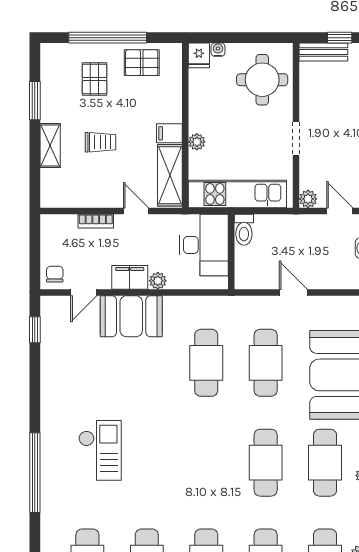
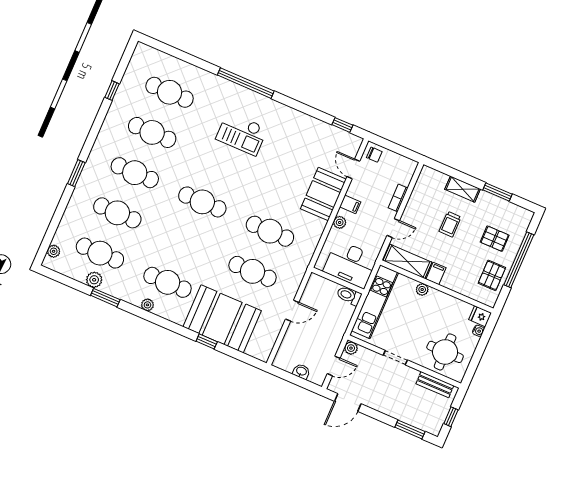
bench: (323, 52) -> (435, 385), moved, turned 90
filing cabinet: (130, 277) -> (350, 204), width x0.50
cafe table: (266, 463) -> (202, 202), moved

